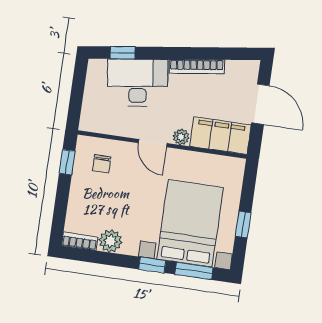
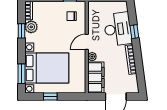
window: (123, 53) -> (134, 32), moved
window: (152, 265) -> (22, 31), moved

